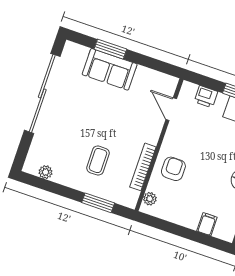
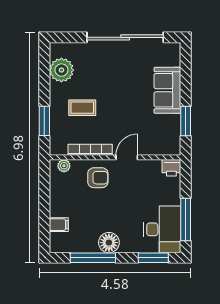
window: (110, 49) -> (186, 121), moved
printer: (206, 97) -> (171, 168), moved, turned -90
door: (171, 109) -> (127, 157), moved
plant: (46, 172) -> (61, 70), width x1.88, depth x1.88

